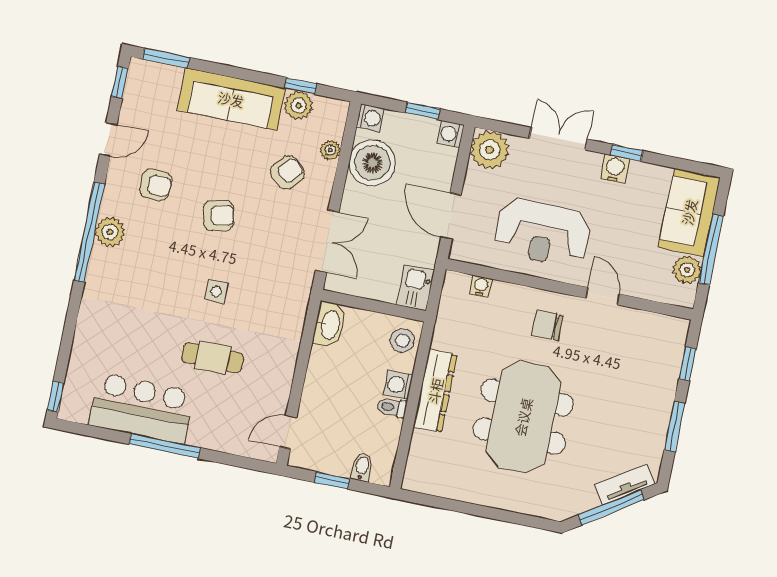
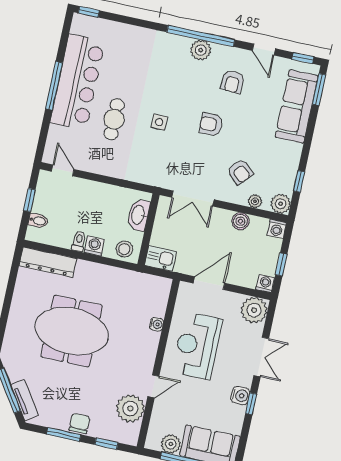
sofa: (231, 99) -> (297, 106), moved
plant: (299, 105) -> (281, 204), moved
boiler: (372, 163) -> (240, 221), width x0.54, depth x0.54
armchair: (219, 215) -> (211, 124), turned 103
water cooler: (481, 286) -> (156, 324), moved
washbasin: (329, 325) -> (138, 215), moved, turned 90
chair: (547, 325) -> (79, 423), moved
plant: (636, 329) -> (130, 408), added
dresser: (435, 391) -> (48, 262), moved
bar counter: (141, 408) -> (78, 82), width x1.36

